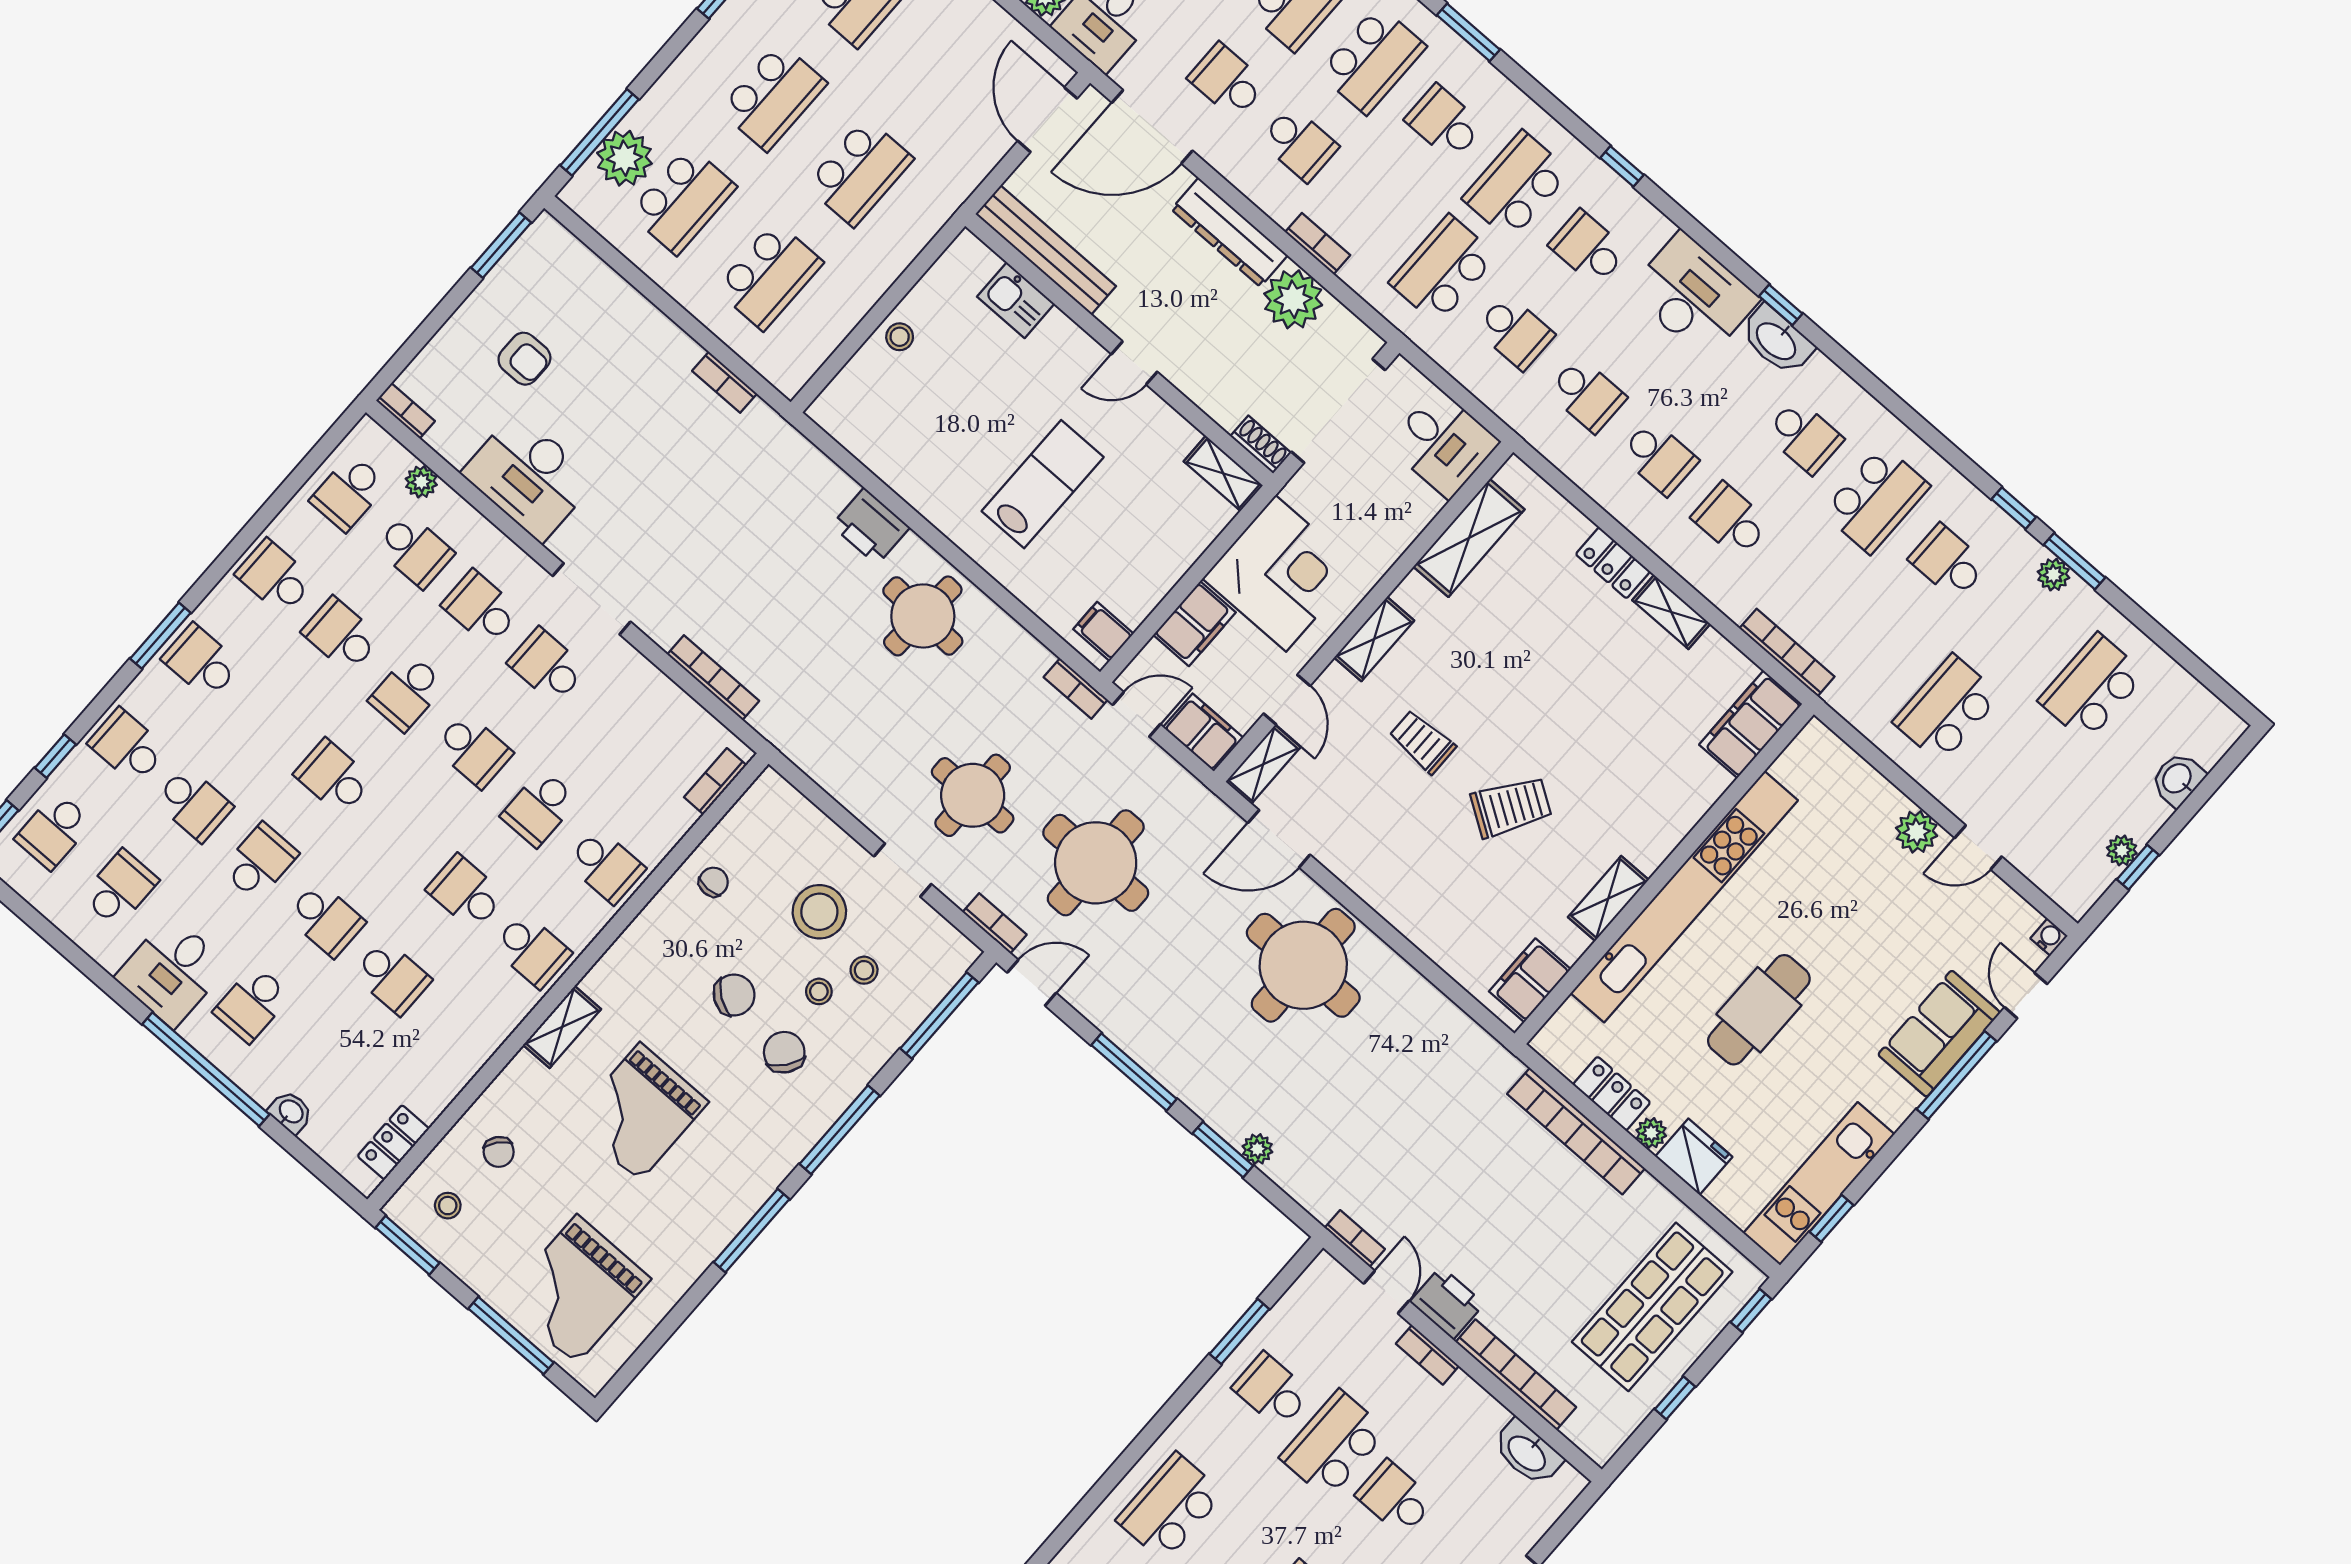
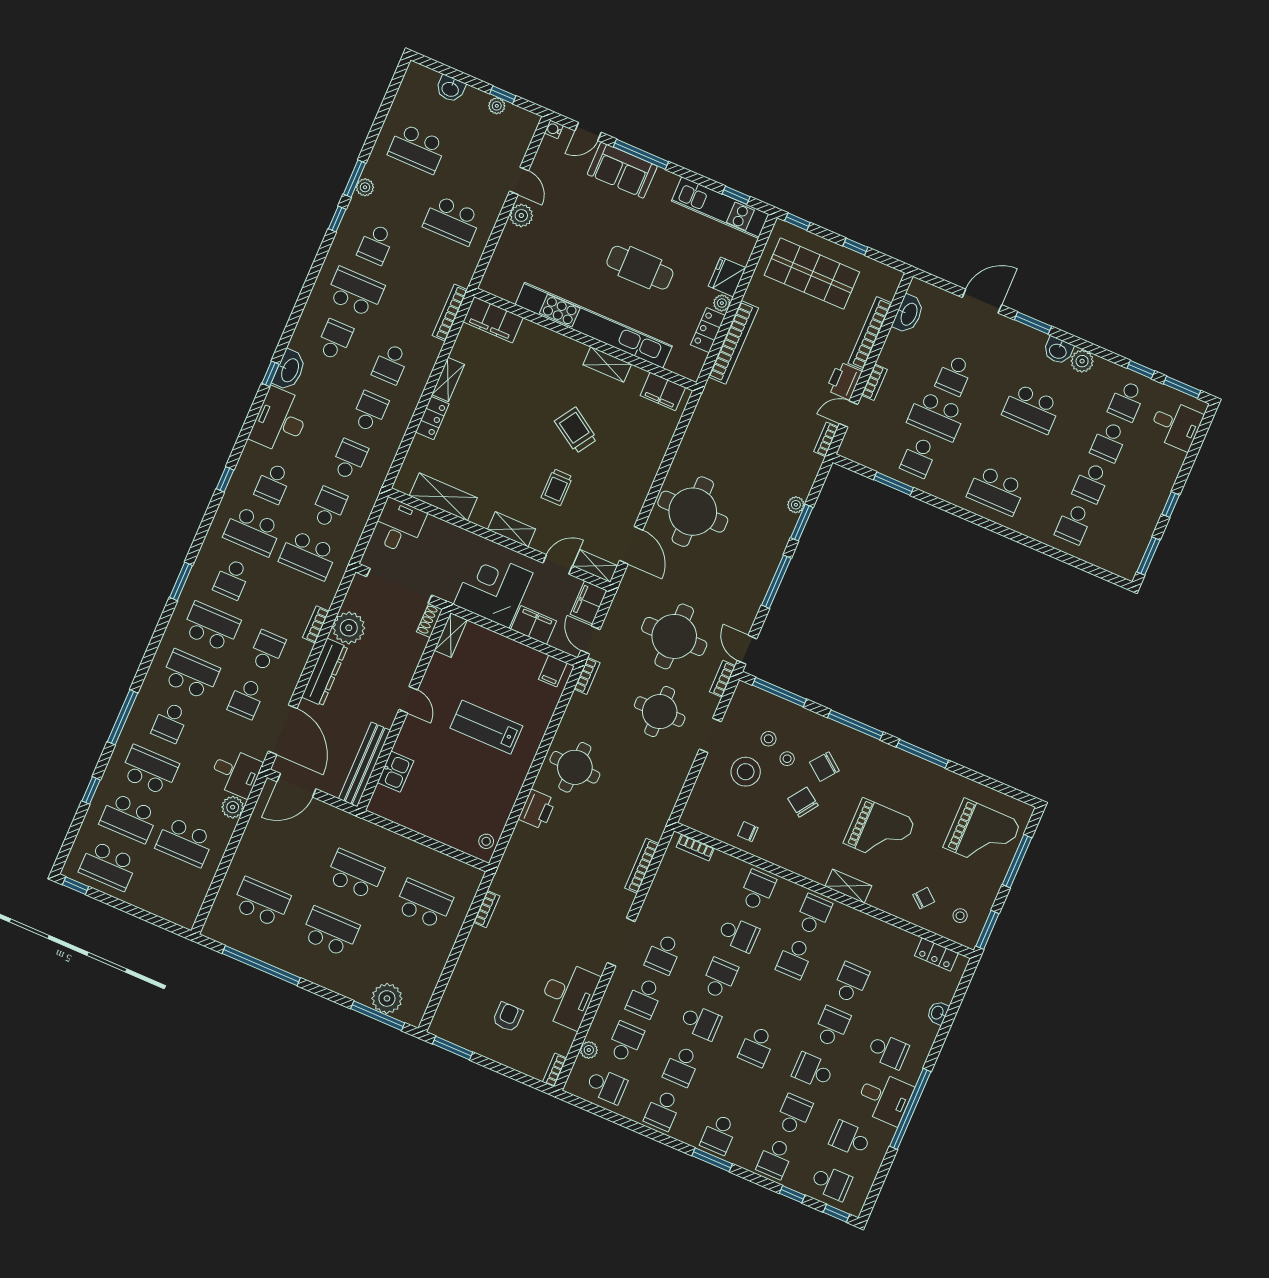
school desk: (683, 200) -> (399, 961), removed
stool: (900, 337) -> (486, 841), moved
window: (206, 1069) -> (910, 1109), moved

